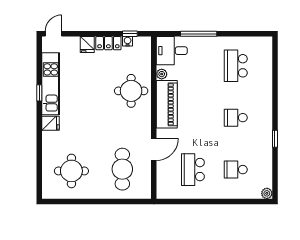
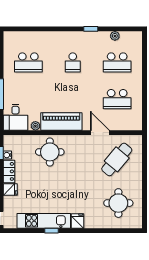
cafe table: (122, 169) -> (117, 159), turned -50
school desk: (236, 170) -> (117, 62), width x1.85
plant: (267, 193) -> (115, 36), moved

